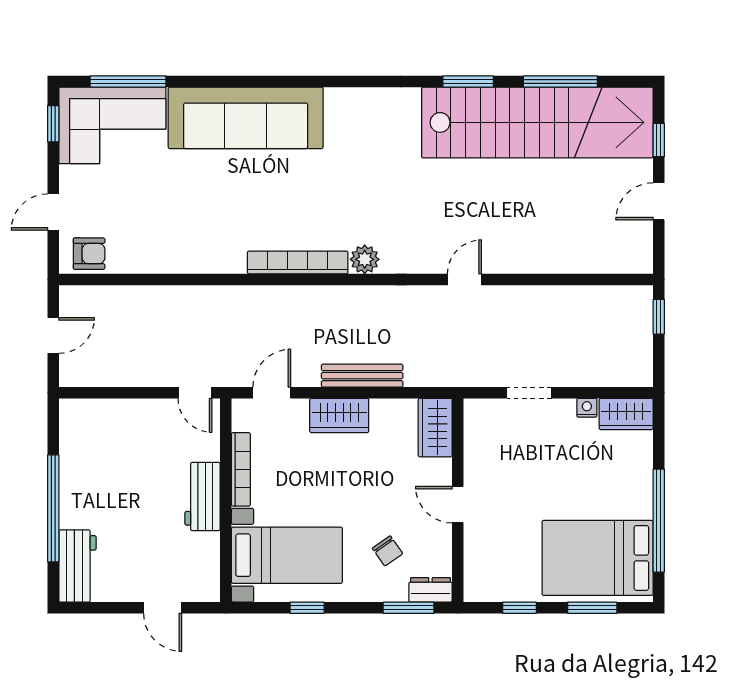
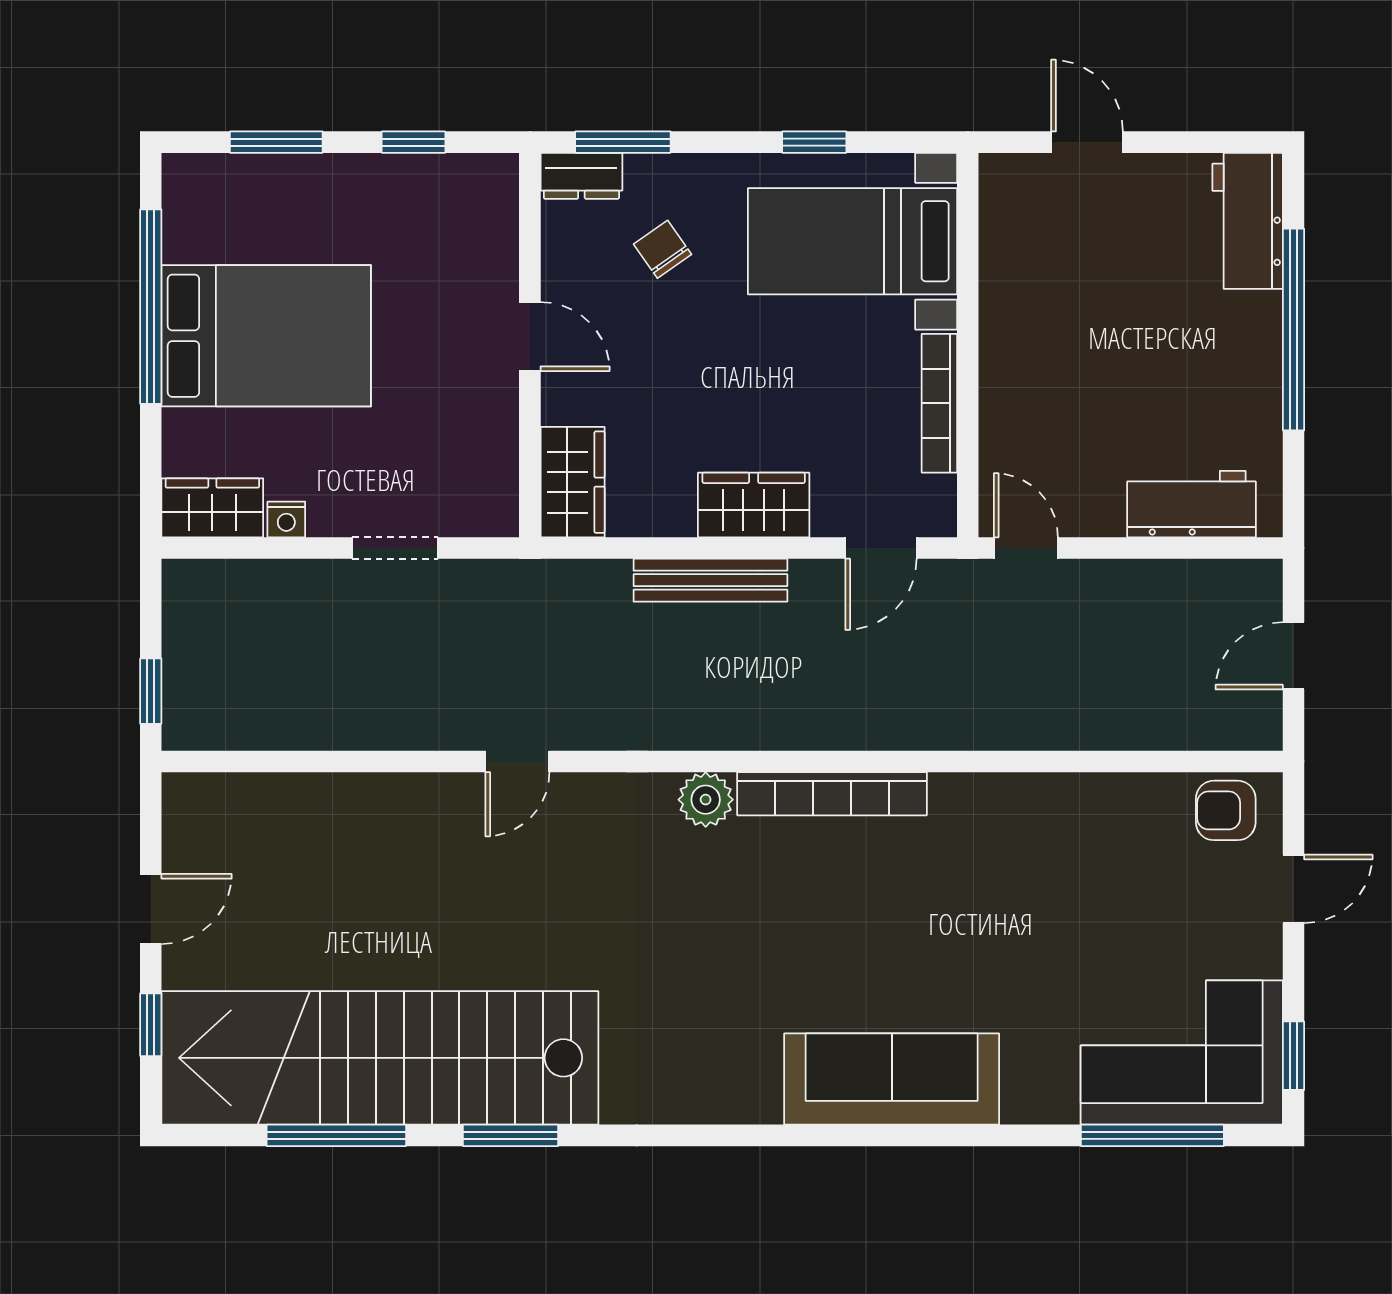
sofa: (246, 118) -> (892, 1079), width x0.74, depth x0.79
workbench: (203, 497) -> (1191, 504), moved, turned -90
bed: (598, 558) -> (266, 336), moved

